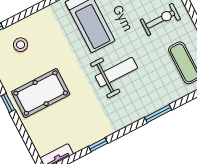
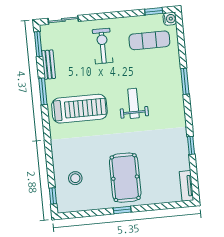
weight bench: (116, 72) -> (133, 103), width x0.73, depth x0.75

